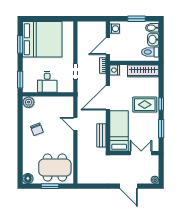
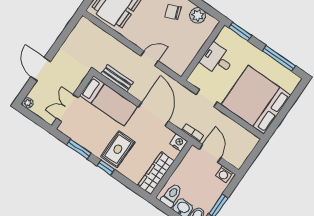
bed: (42, 39) -> (256, 100), moved, turned 90
window: (20, 44) -> (279, 58), width x1.44
plant: (29, 102) -> (198, 15), moved
double door: (141, 153) -> (67, 108), swing flipped
door: (129, 186) -> (41, 69), hinge flipped

